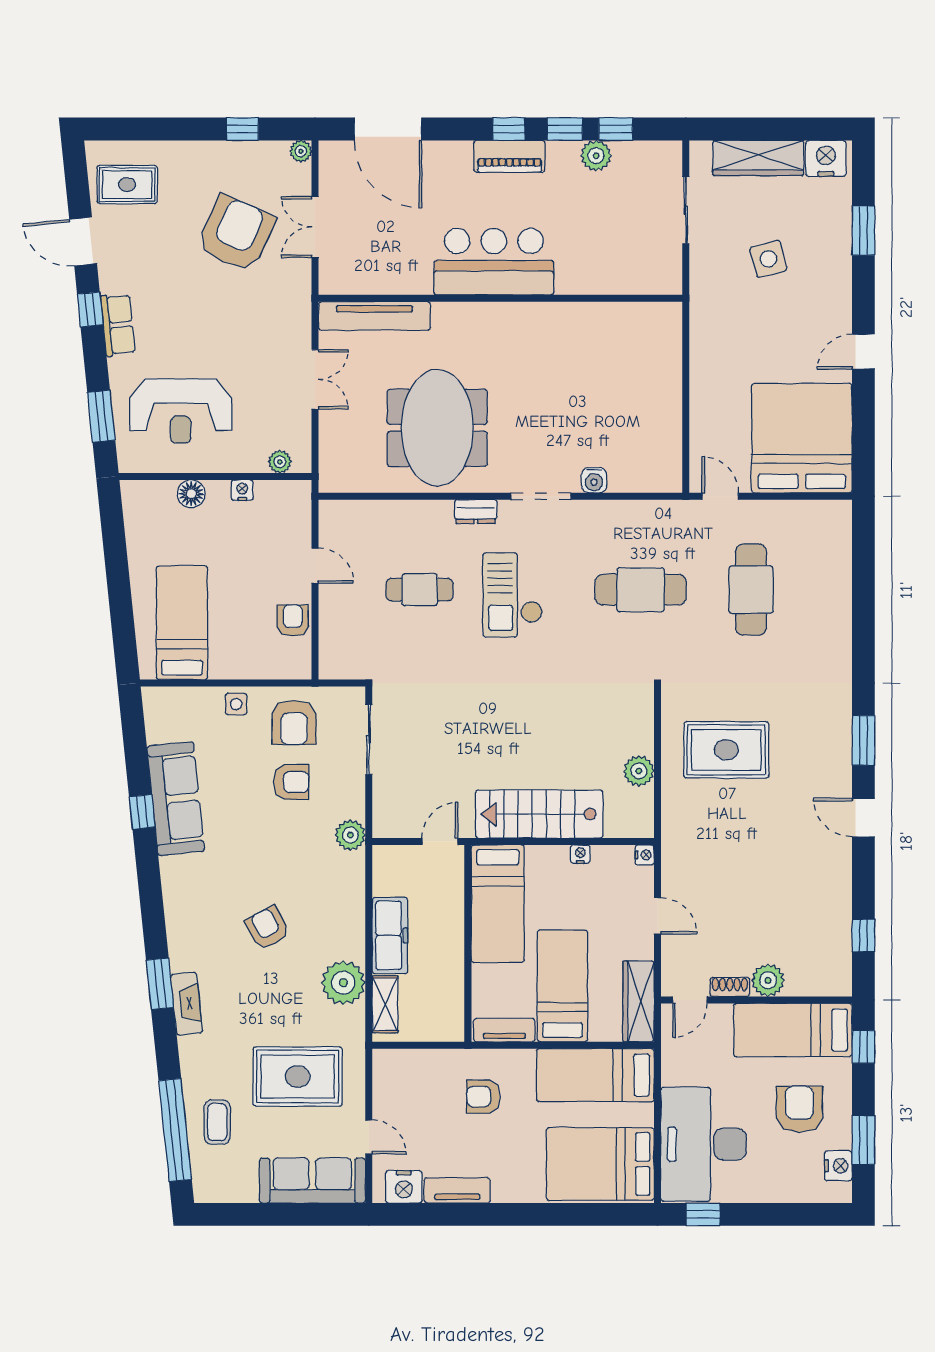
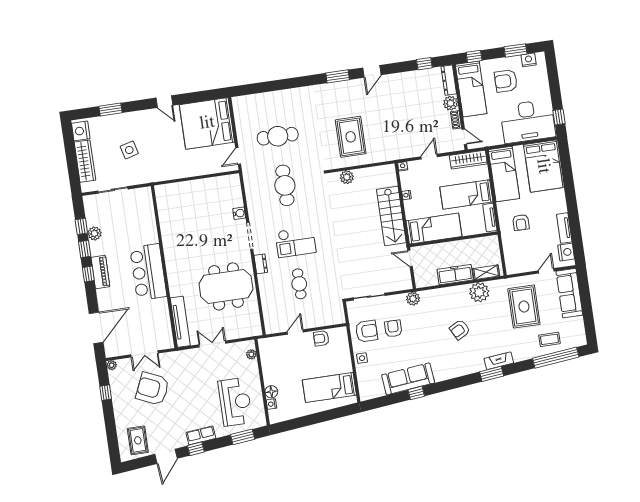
nightstand: (242, 490) -> (271, 404), moved
plant: (639, 771) -> (347, 177), moved
dresser: (819, 984) -> (449, 80), added

